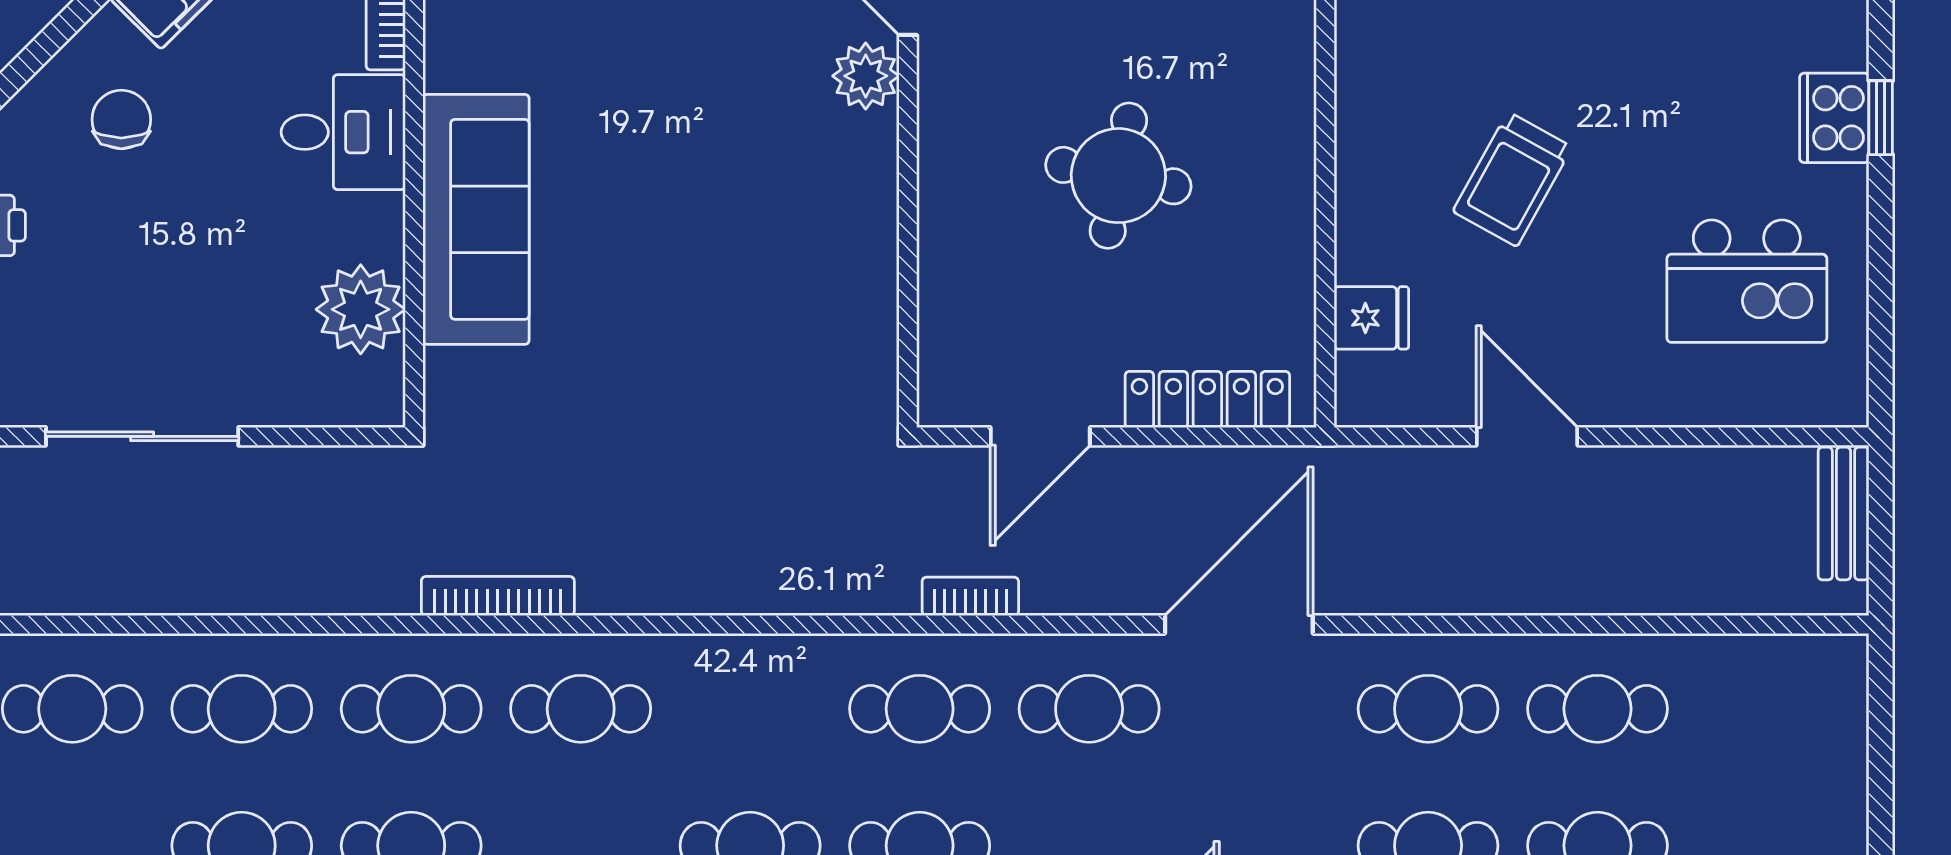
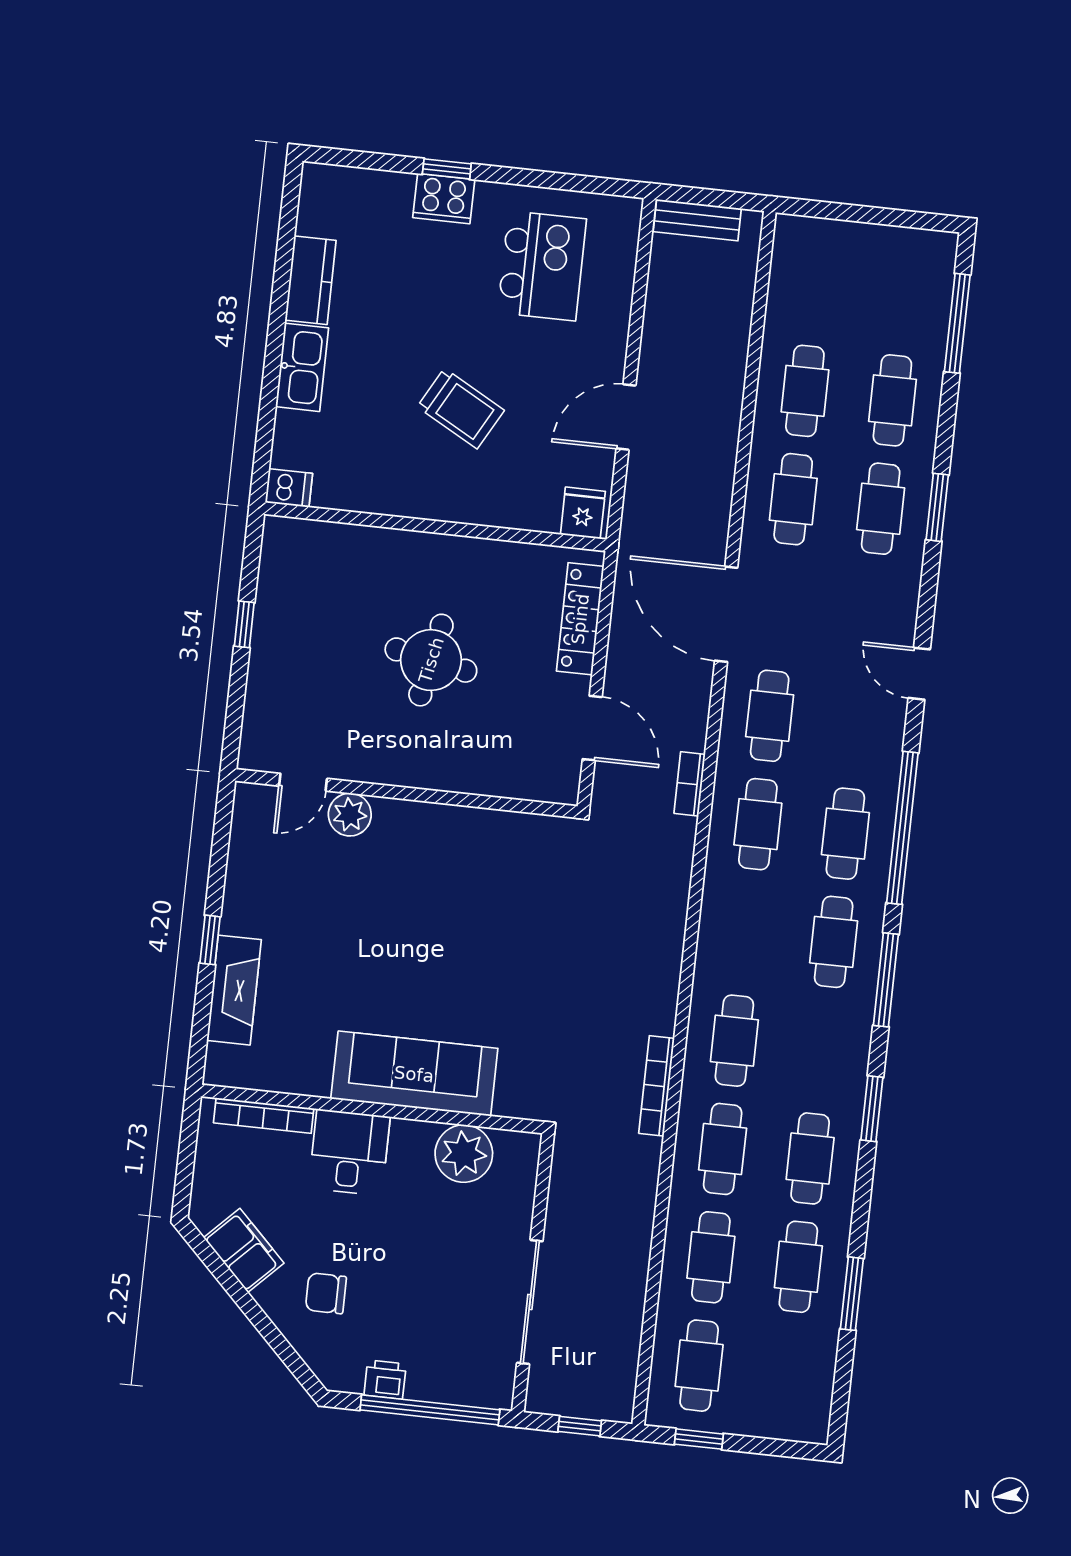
fridge: (1371, 318) -> (583, 513), moved

